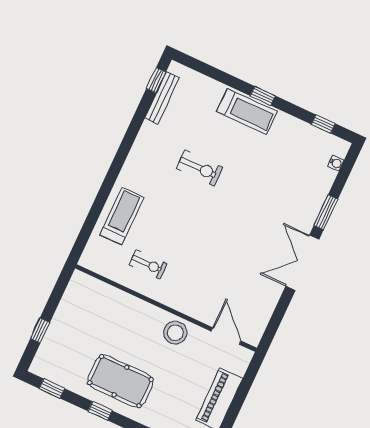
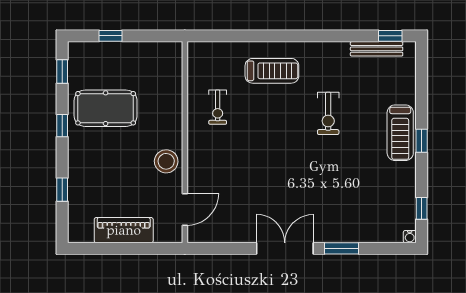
water cooler: (336, 163) -> (410, 237), moved
treadmill: (122, 216) -> (272, 71), moved
pool table: (120, 381) -> (106, 108), moved, turned 90

